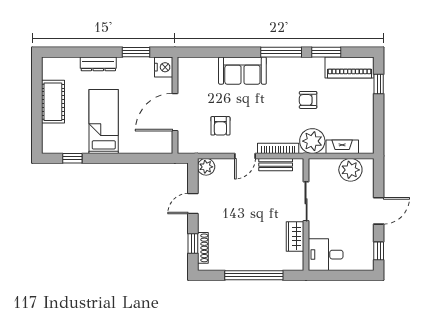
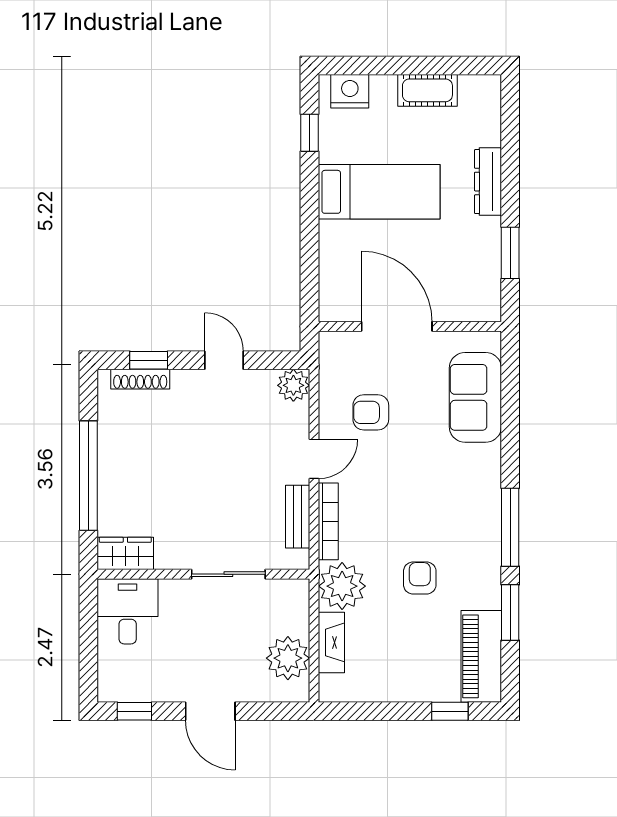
nightstand: (164, 67) -> (350, 91), moved, turned 180
sofa: (242, 71) -> (475, 397), moved
cot: (53, 102) -> (427, 90), width x0.73, depth x0.75
door: (245, 156) -> (314, 459), swing flipped
wardrobe: (295, 236) -> (125, 553), moved

